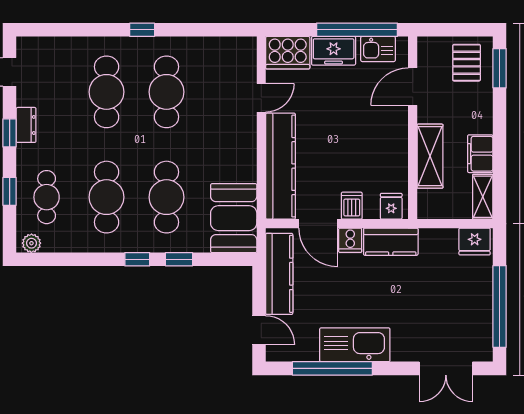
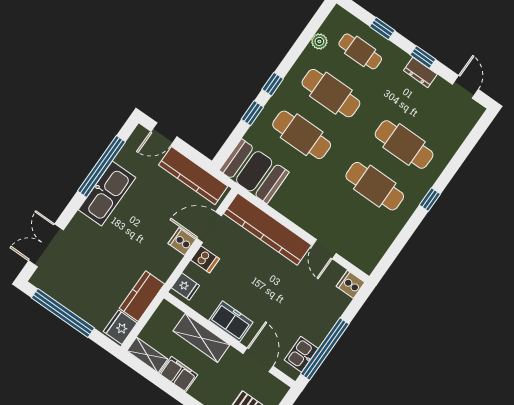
freezer: (334, 51) -> (231, 321), moved, turned 90
cooker: (288, 53) -> (350, 284), width x0.53, depth x0.76
kitchen counter: (391, 242) -> (142, 296), moved
plant: (31, 243) -> (319, 41), moved

